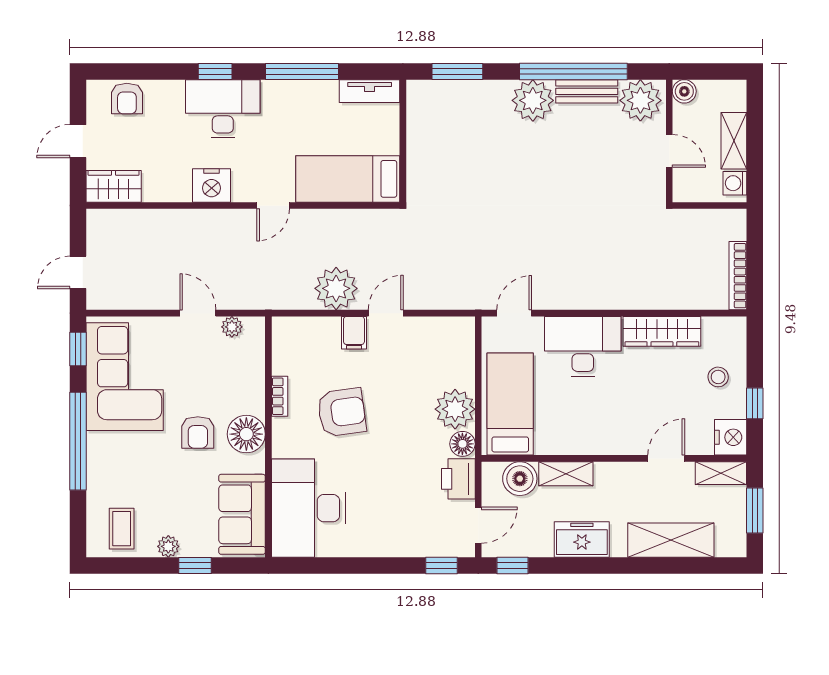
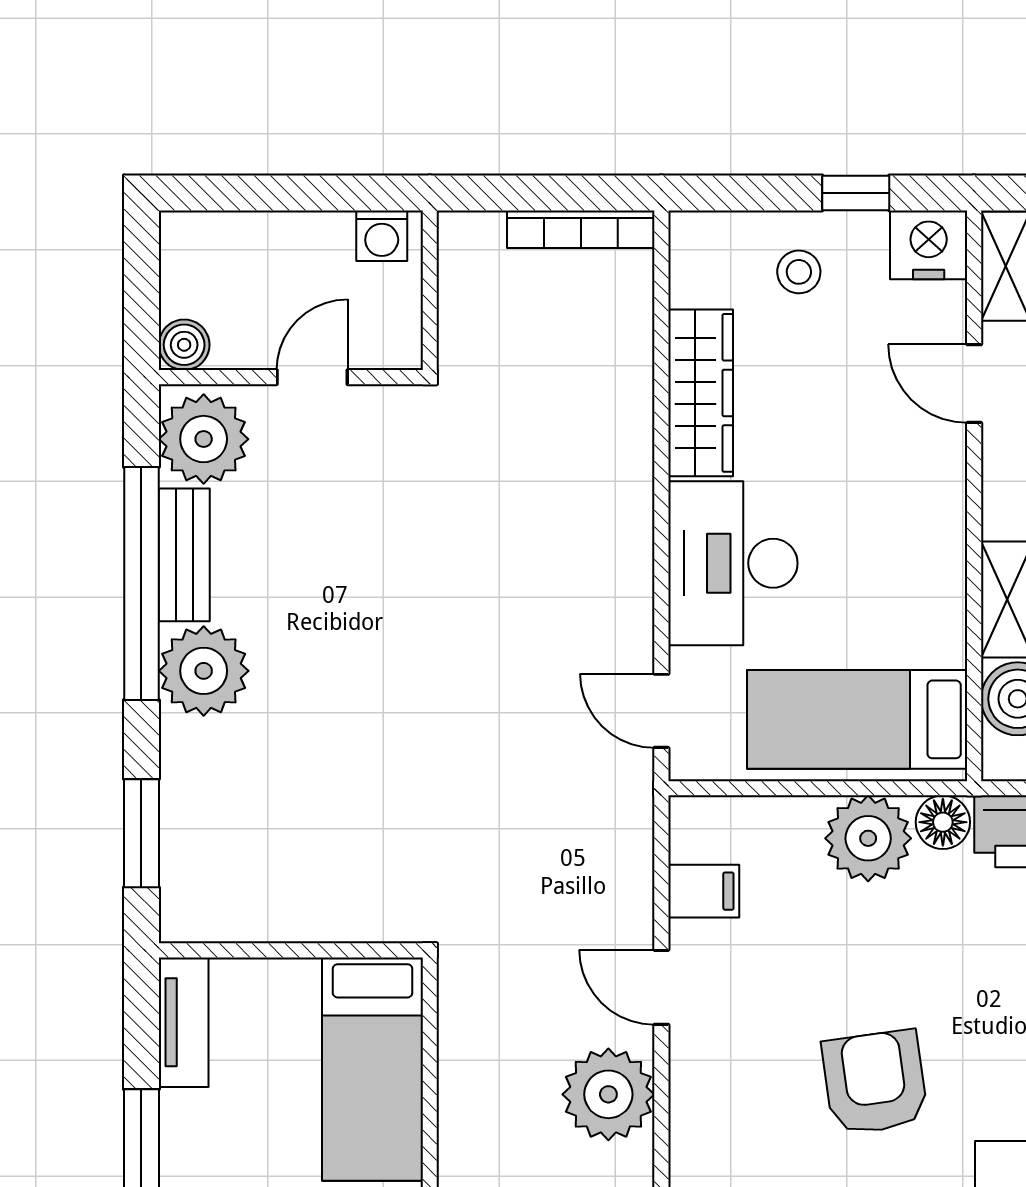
shelving: (734, 141) -> (291, 238), removed
filing cabinet: (354, 333) -> (704, 891), moved

